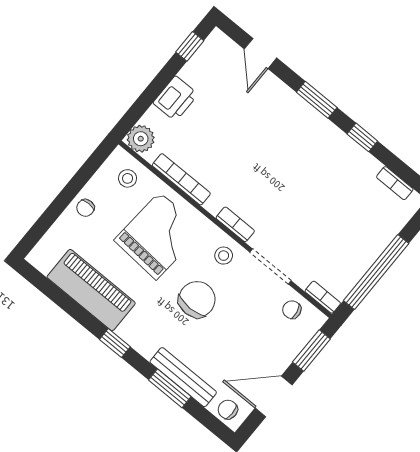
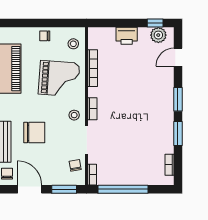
window: (362, 137) -> (178, 133), width x1.50
plant: (141, 139) -> (158, 35), moved
chair: (197, 299) -> (34, 133), moved

